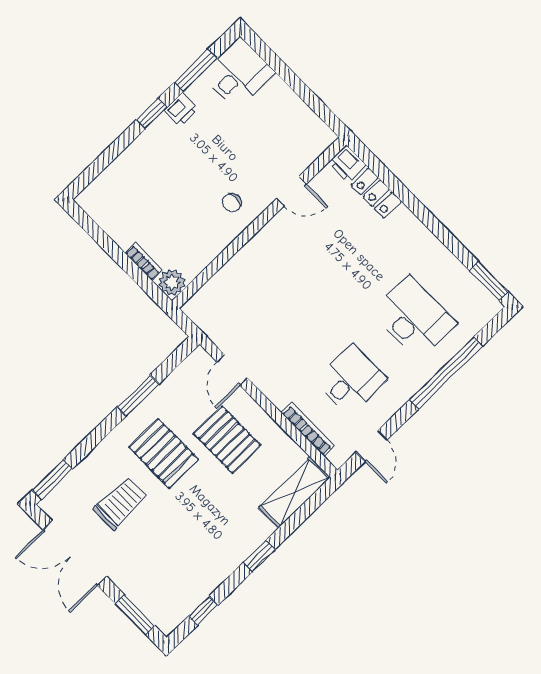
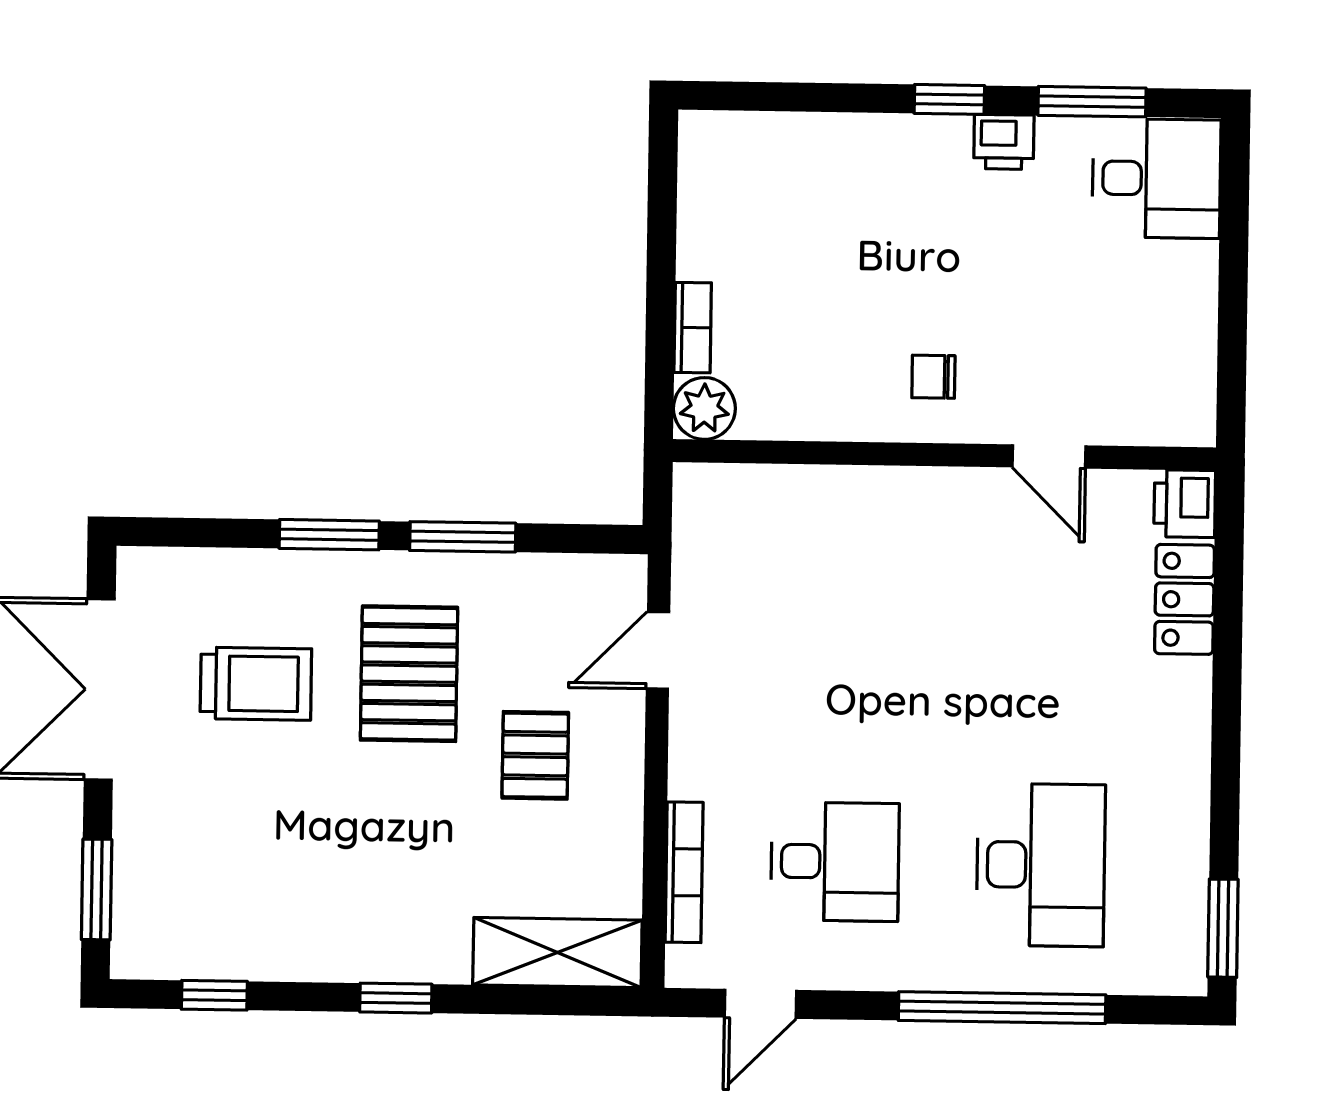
pallet: (227, 439) -> (535, 755), width x0.67, depth x0.71
window: (52, 479) -> (329, 535), moved

